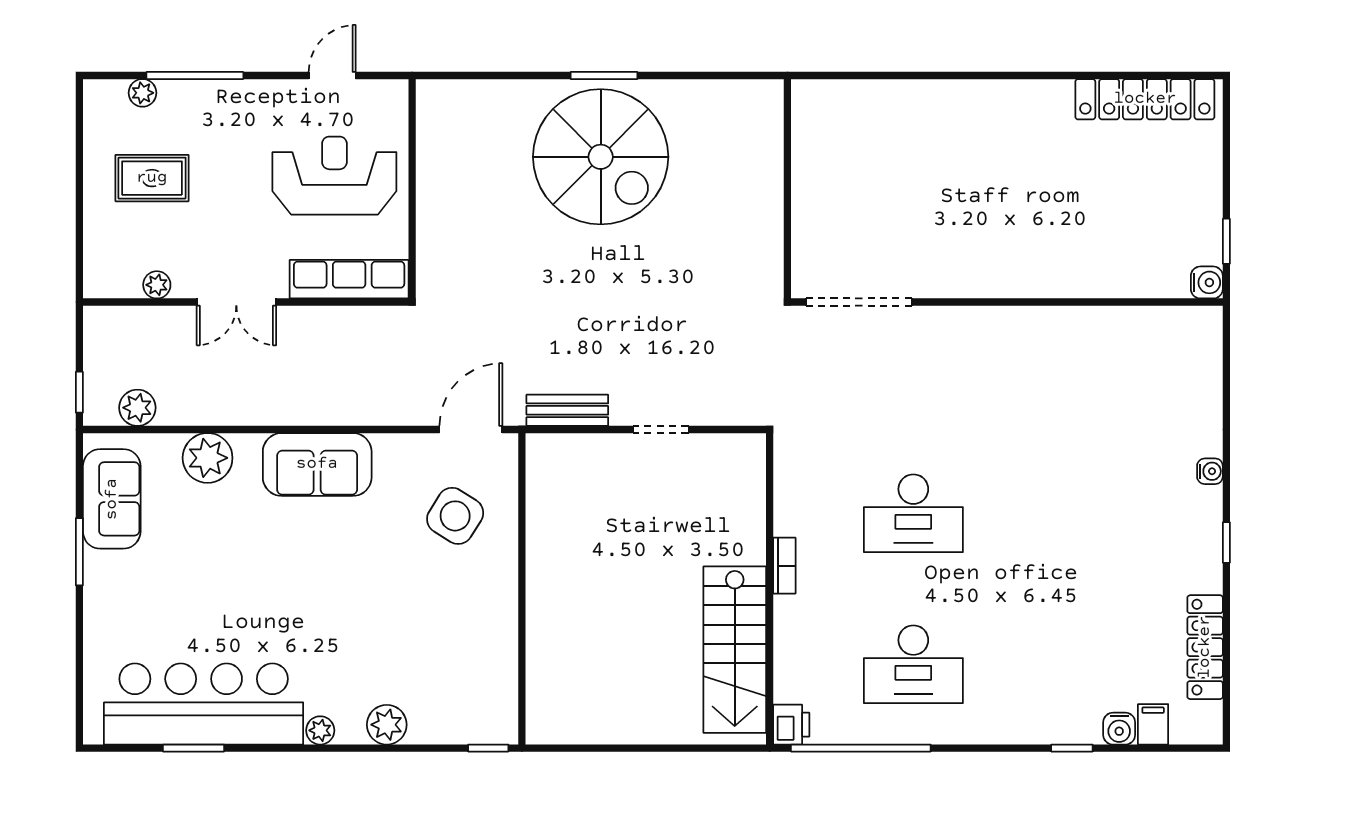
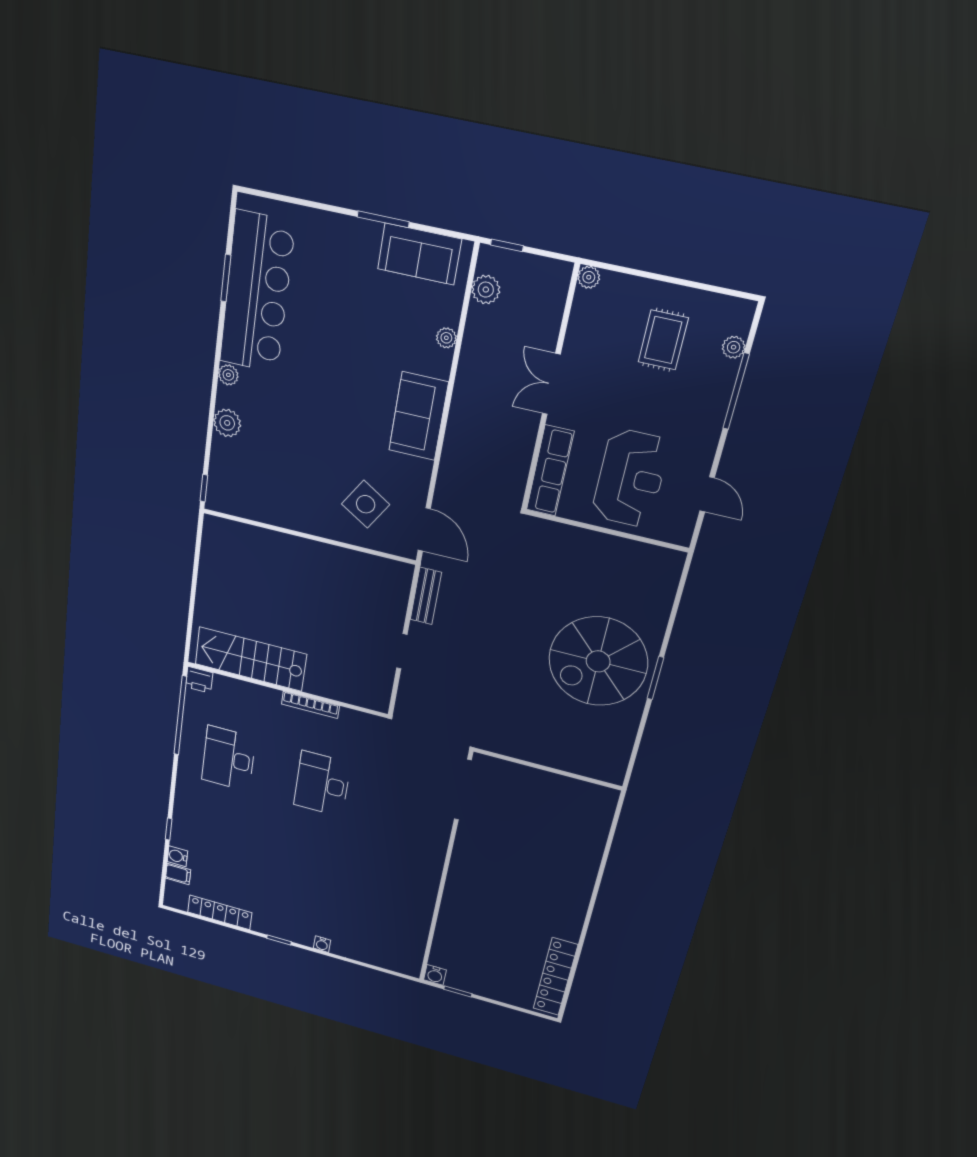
plant: (157, 285) -> (589, 277), moved
plant: (208, 458) -> (446, 338), width x0.53, depth x0.53
bookcase: (784, 566) -> (310, 705), width x1.56

